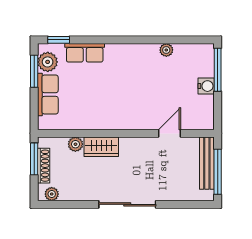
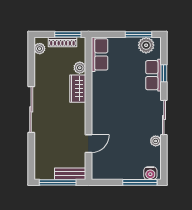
window: (59, 40) -> (164, 73), moved
sliding door: (137, 40) -> (164, 118), added
water cooler: (206, 86) -> (150, 173), moved
row of seats: (48, 95) -> (100, 54), moved, turned -90
door: (170, 133) -> (88, 144), hinge flipped
bench: (207, 163) -> (70, 174), width x0.73

